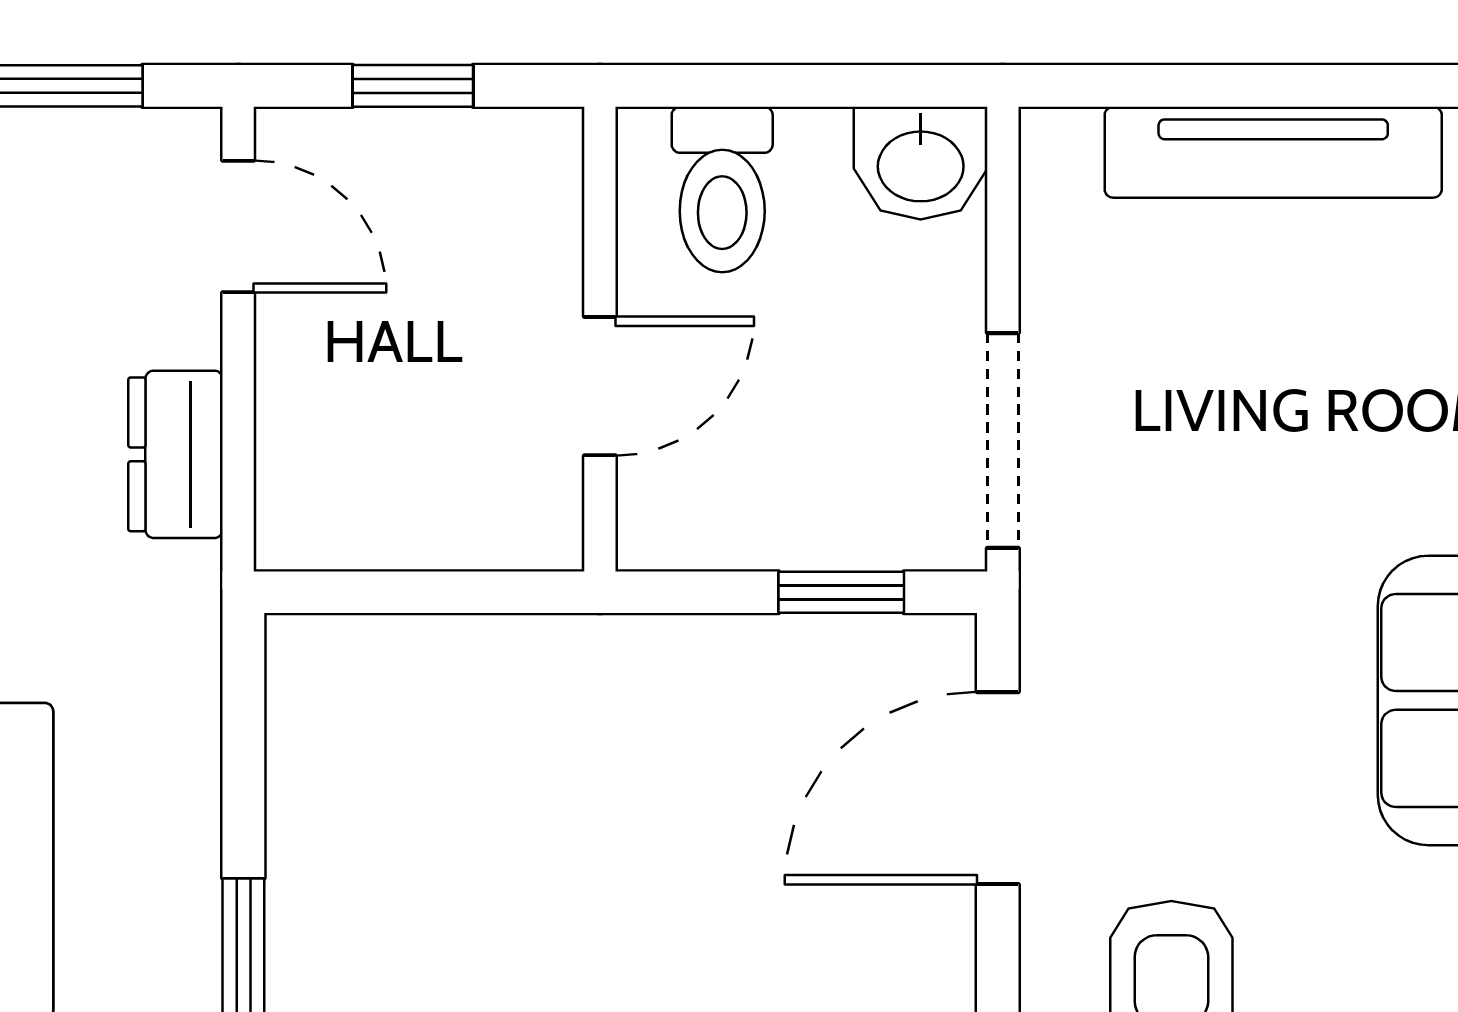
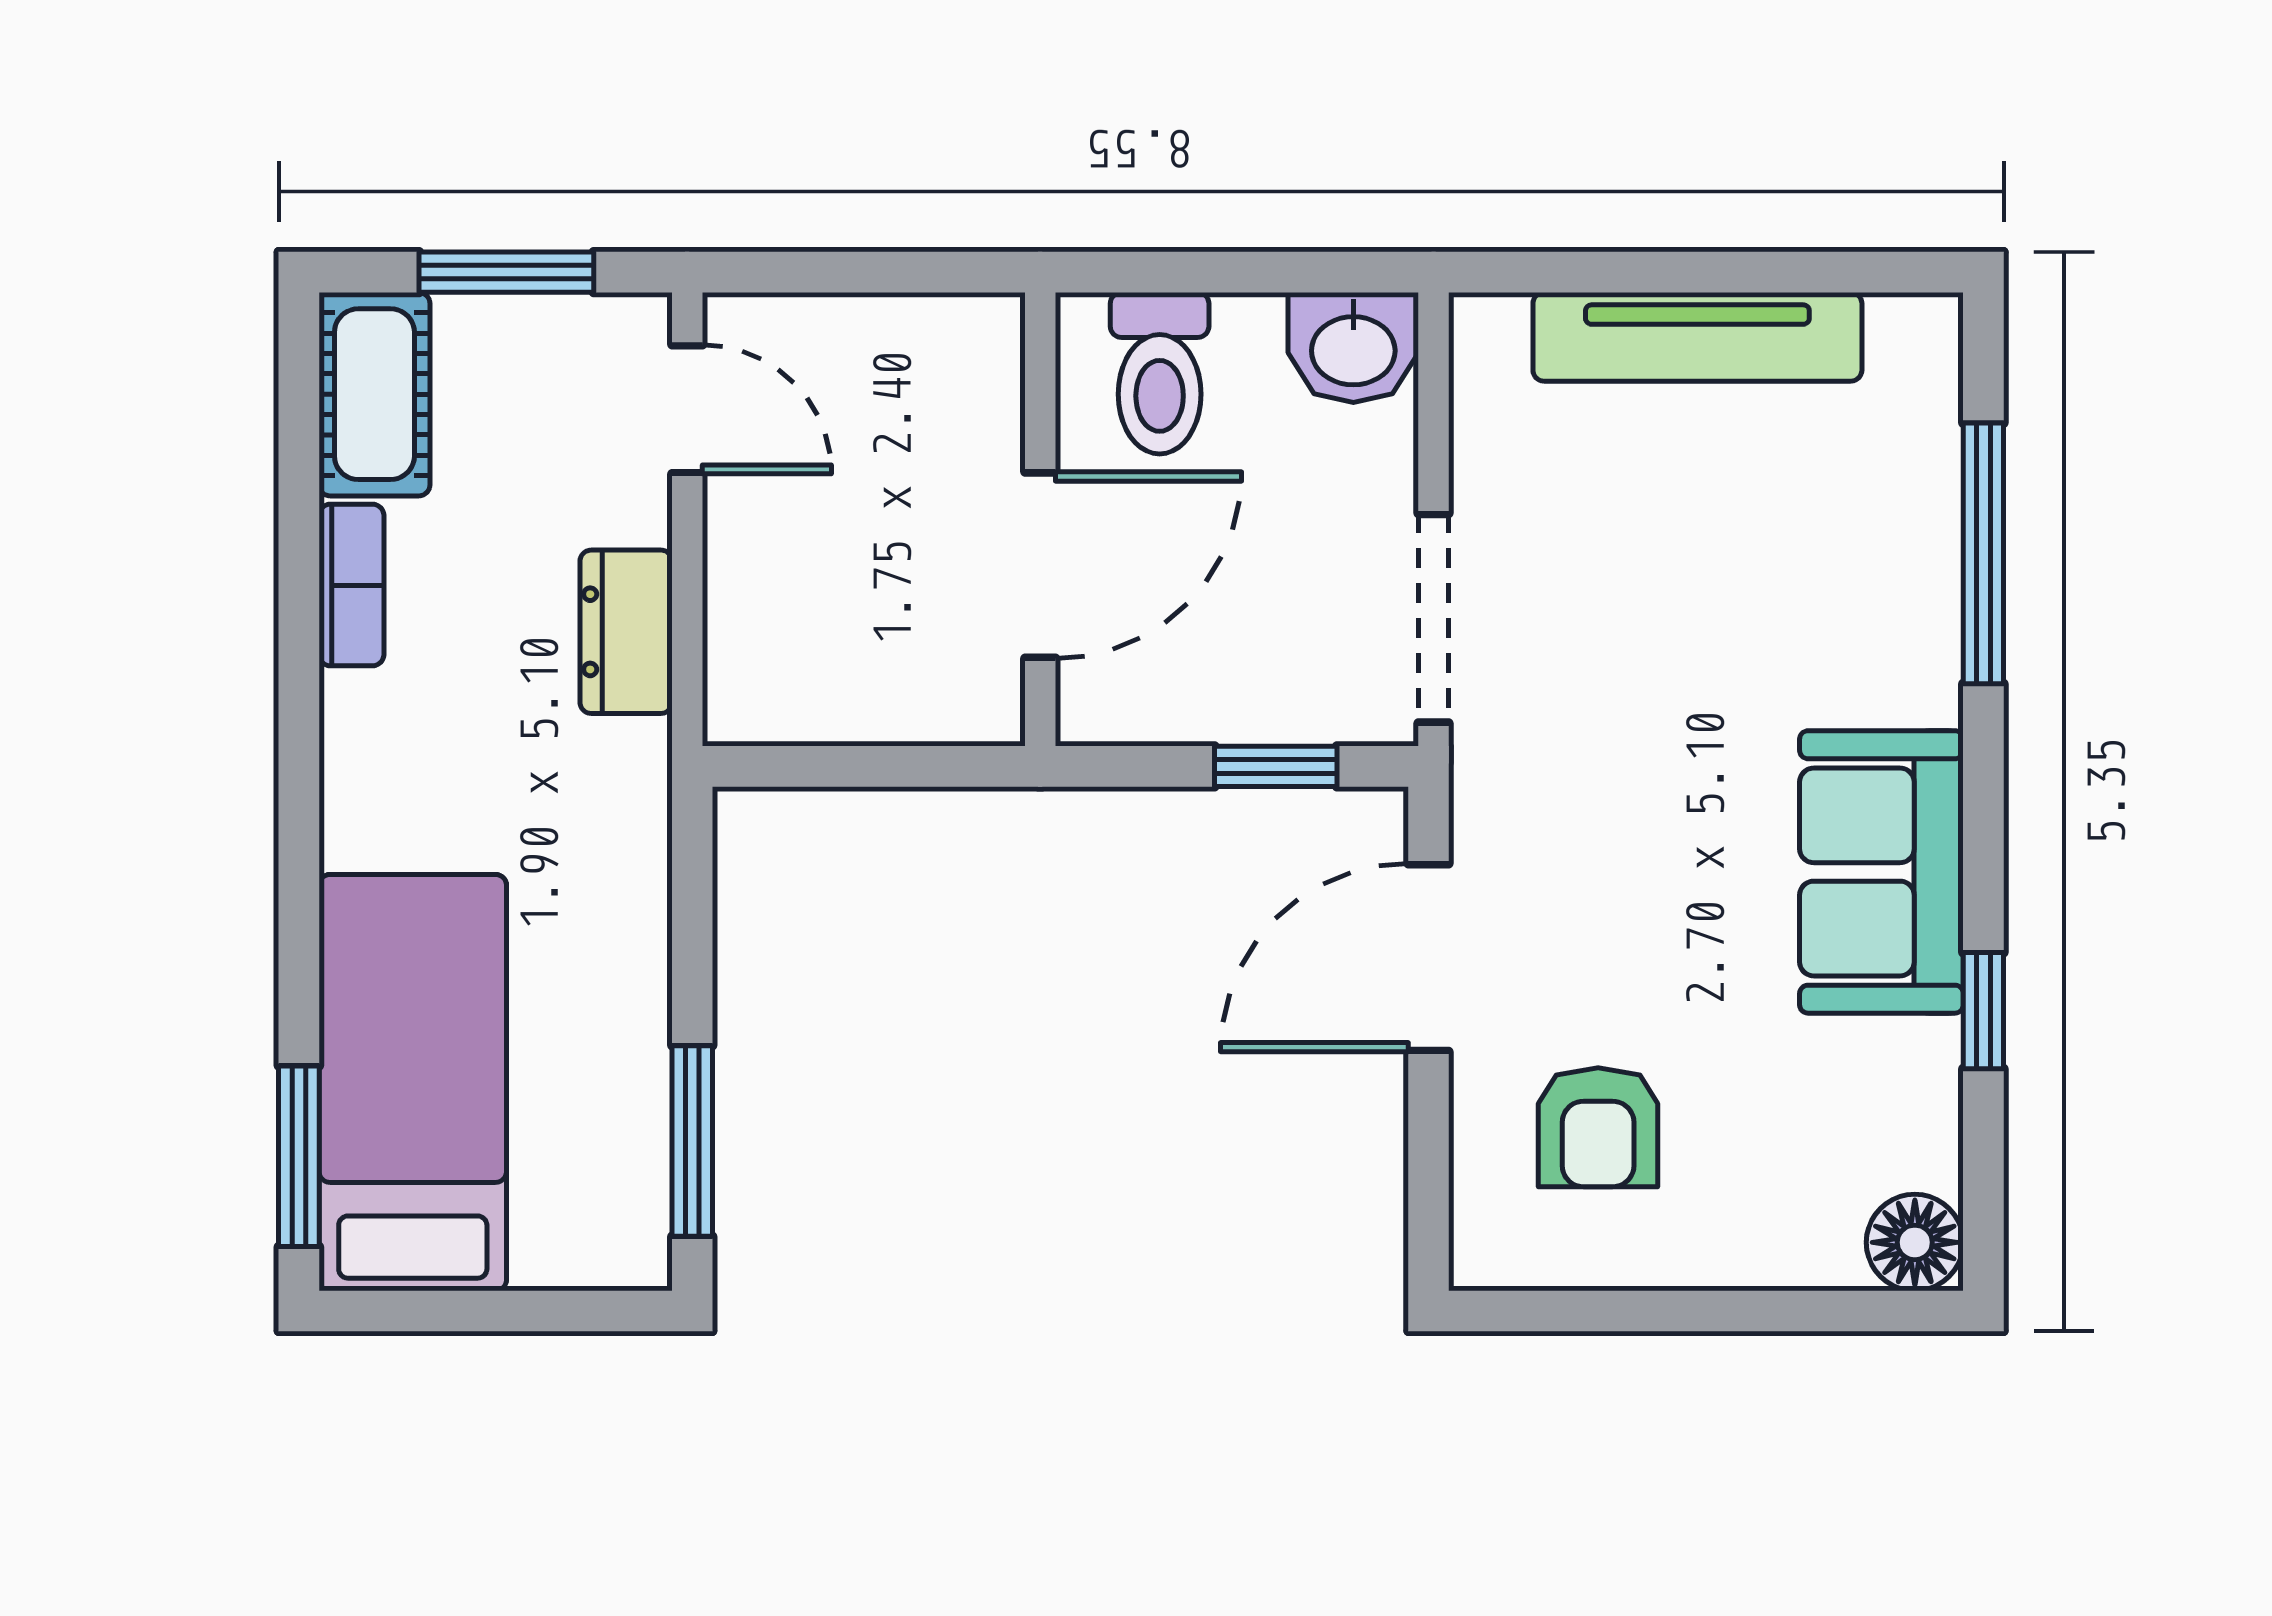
window: (413, 86) -> (858, 272), removed
door: (600, 386) -> (1040, 565), width x1.38

